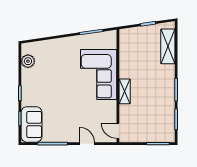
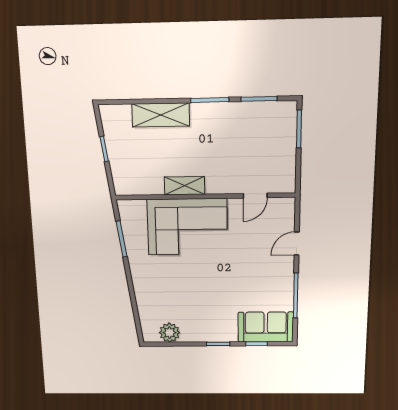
shelving: (168, 46) -> (161, 115), moved
shelving: (125, 91) -> (185, 186), moved
door: (118, 131) -> (255, 196), moved

